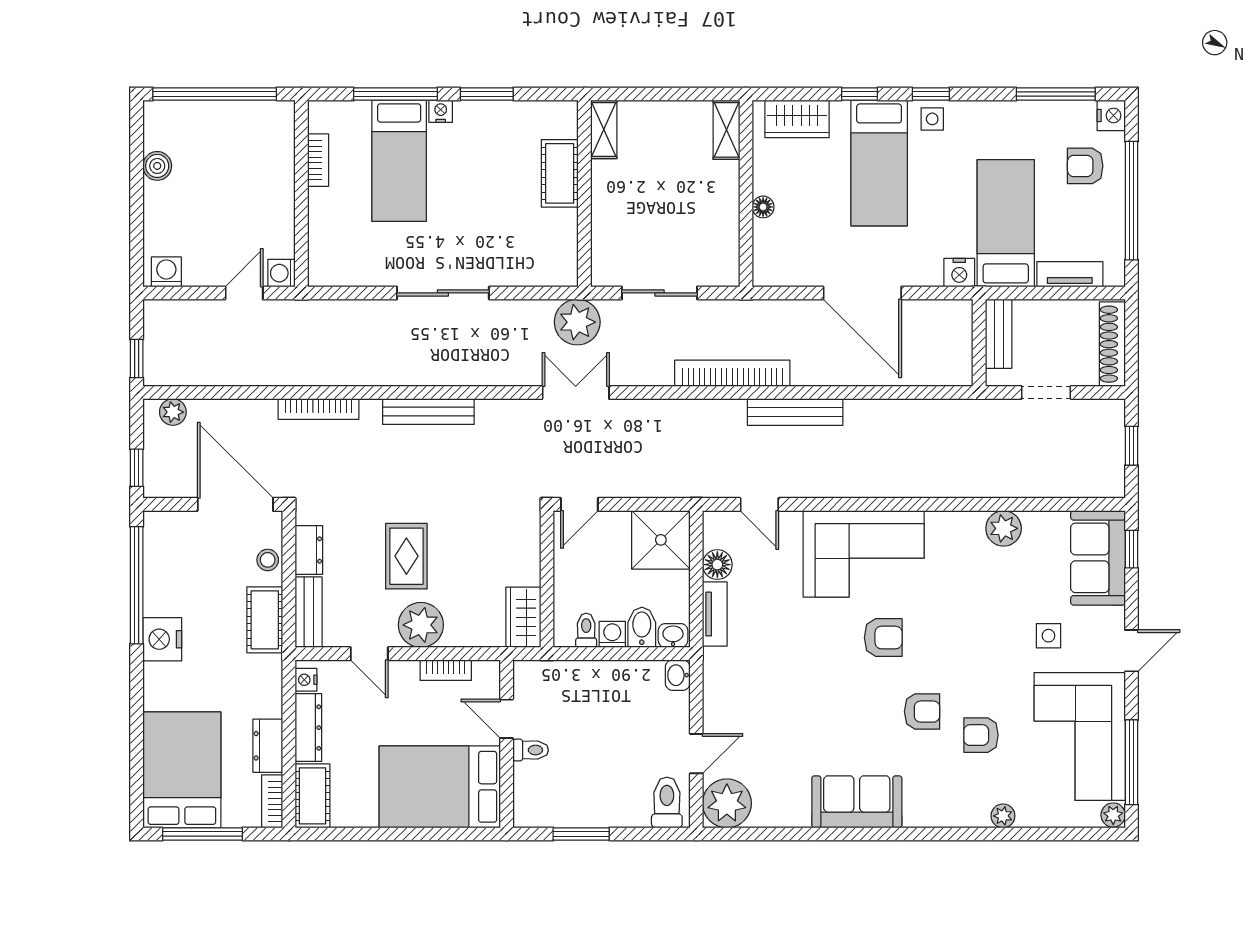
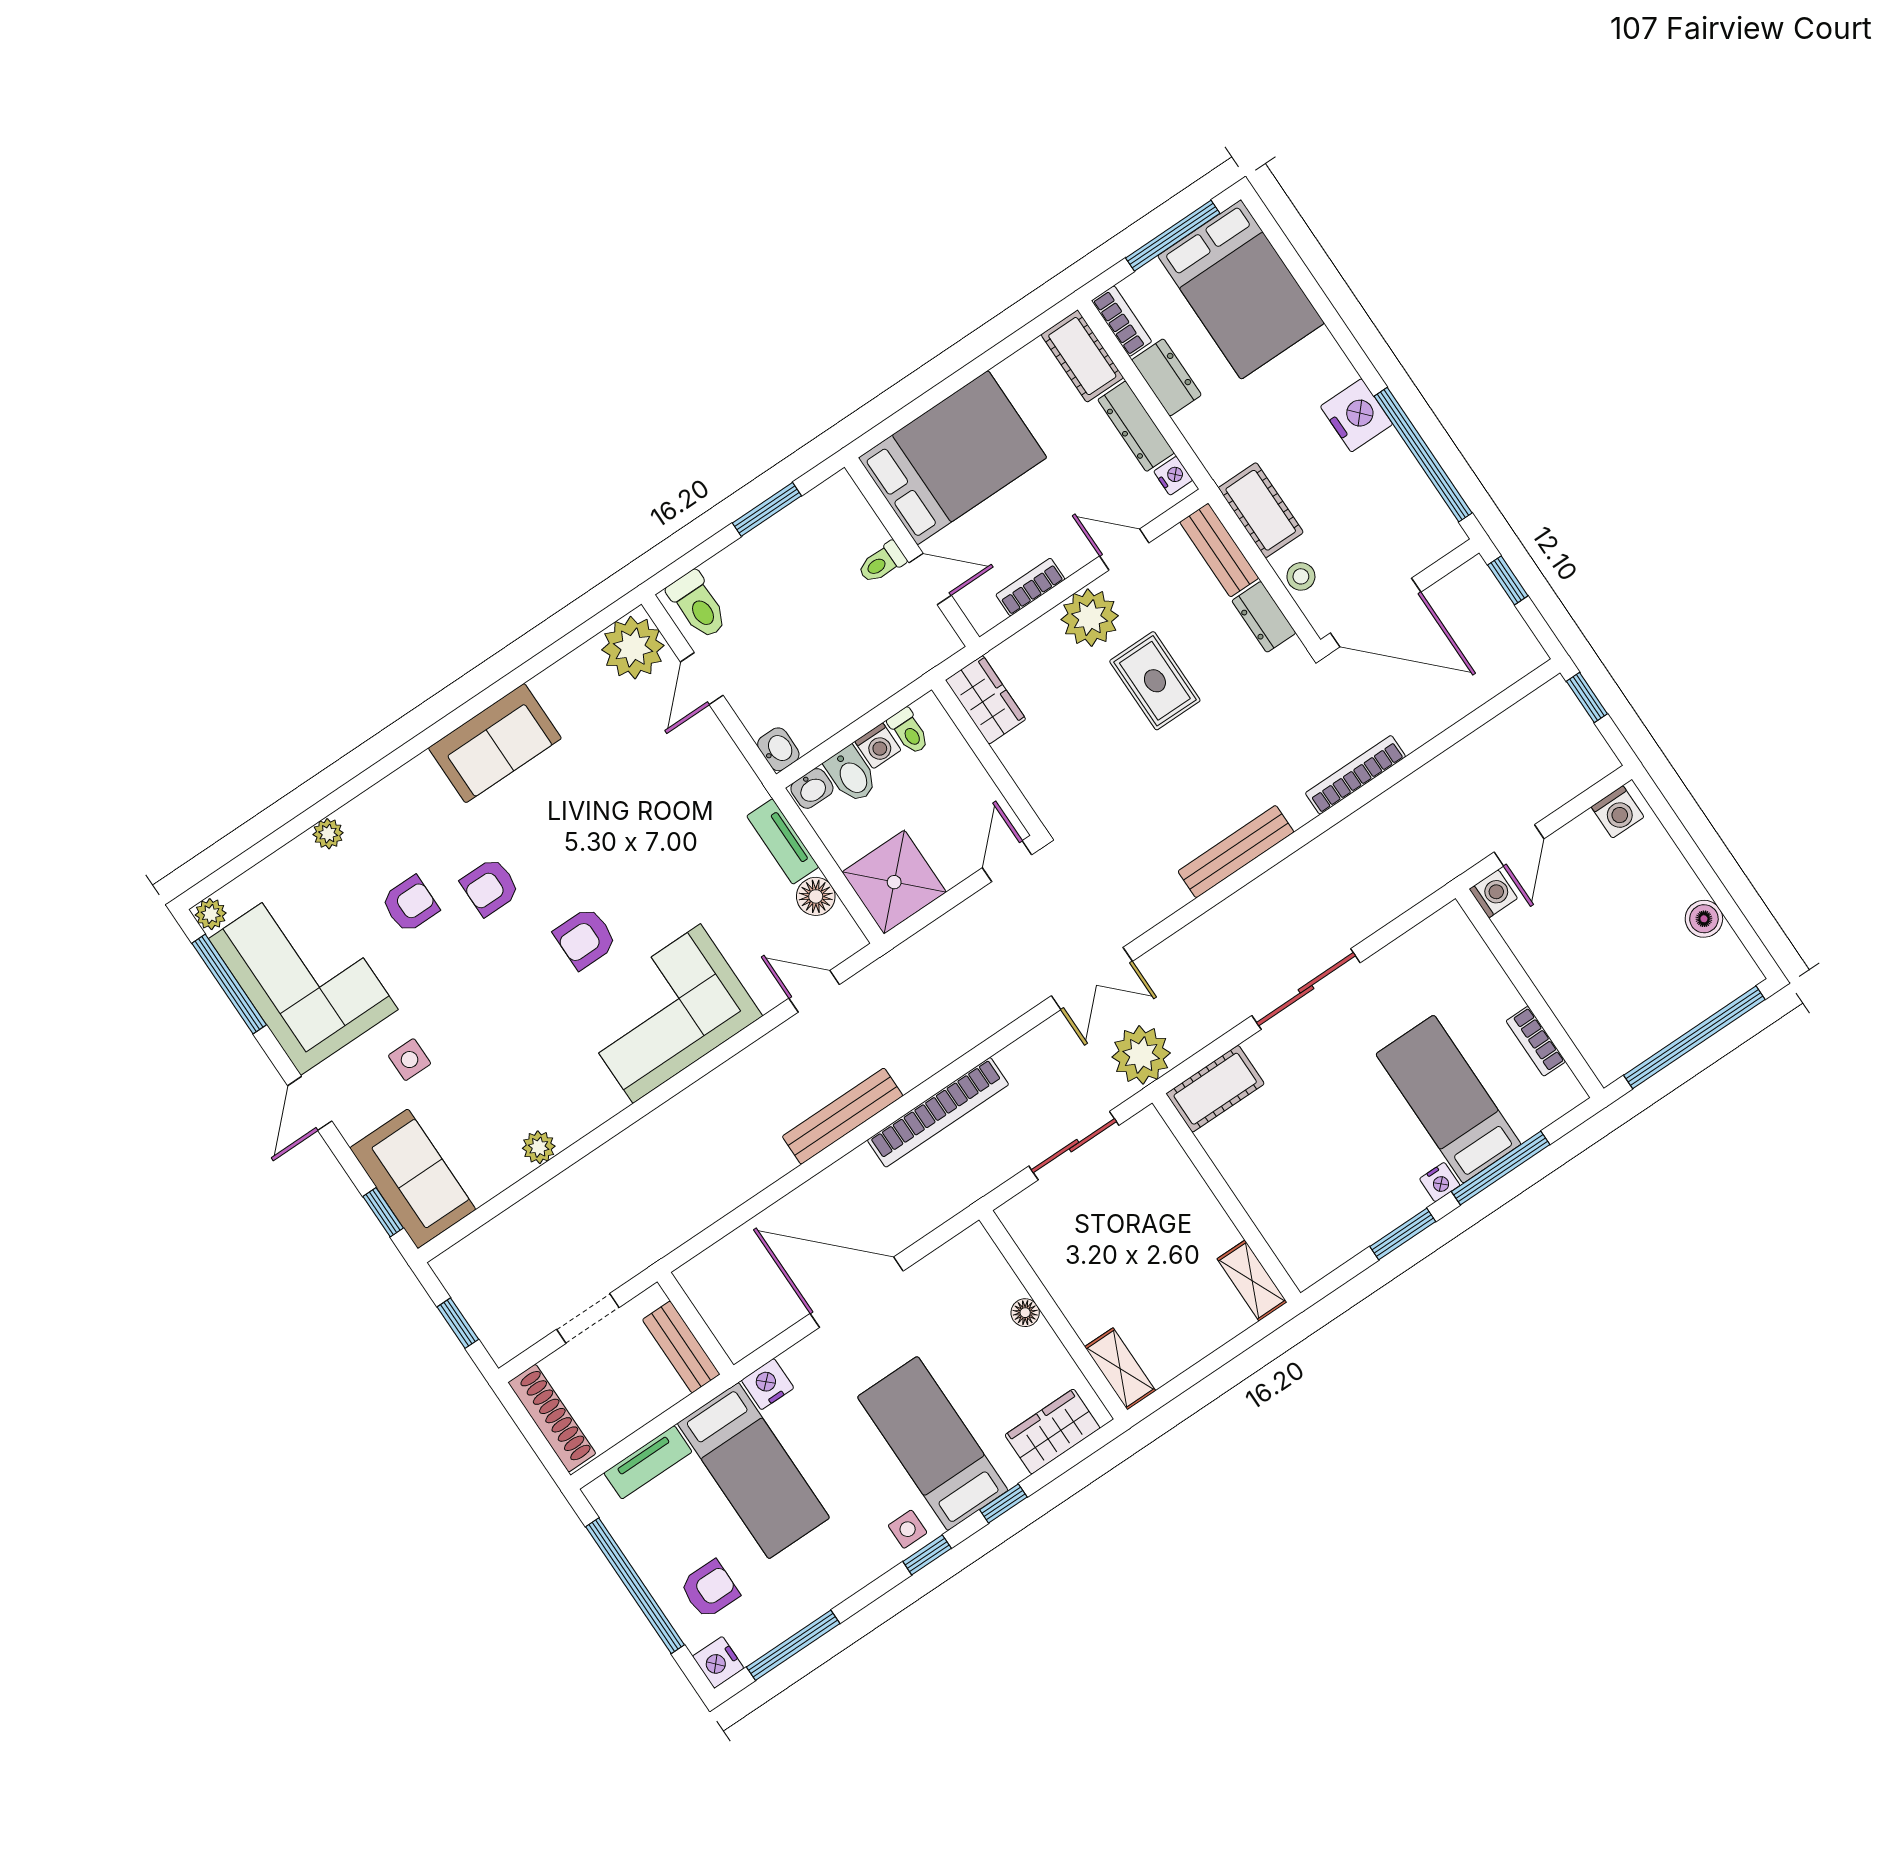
cot: (560, 173) -> (1215, 1089), moved, turned 90
plant: (173, 412) -> (1509, 666), removed
plant: (1004, 528) -> (539, 1147), width x0.73, depth x0.73

